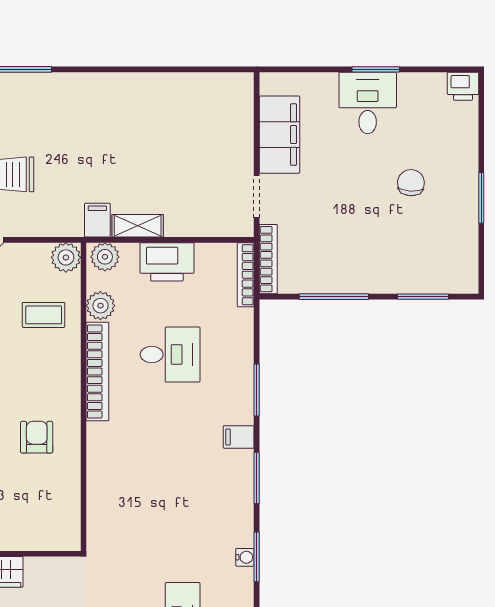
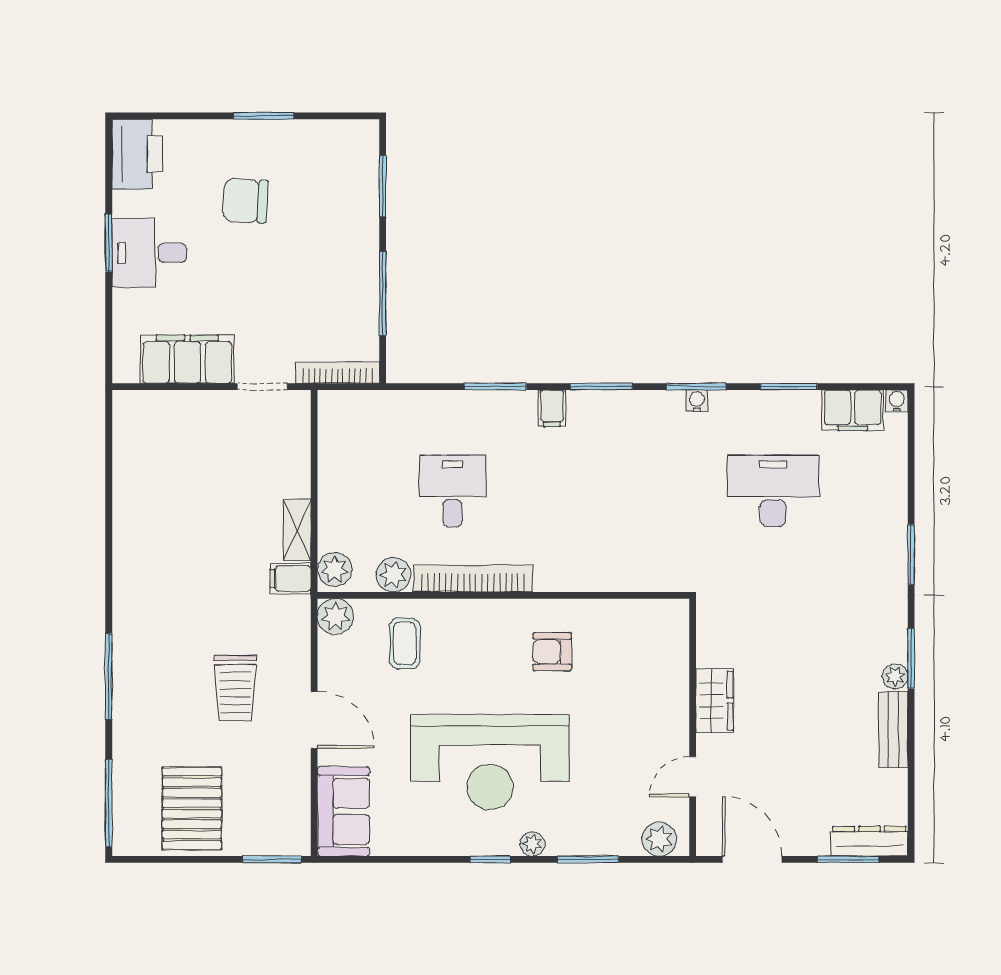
printer: (463, 86) -> (137, 154), width x1.87, depth x1.48
chair: (411, 183) -> (245, 201), width x1.37, depth x1.37
printer: (167, 262) -> (341, 495), removed
bookcase: (246, 275) -> (356, 400), removed

